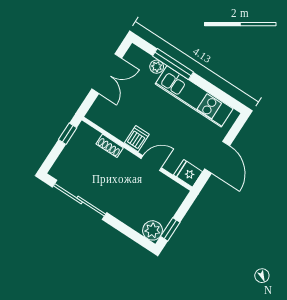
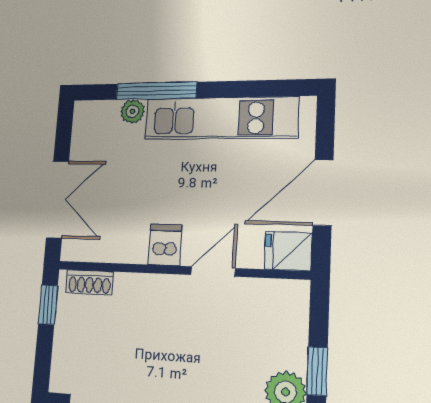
double door: (107, 74) -> (58, 199), moved
shoe rack: (110, 146) -> (90, 282), moved
door: (217, 157) -> (323, 193), swing flipped

